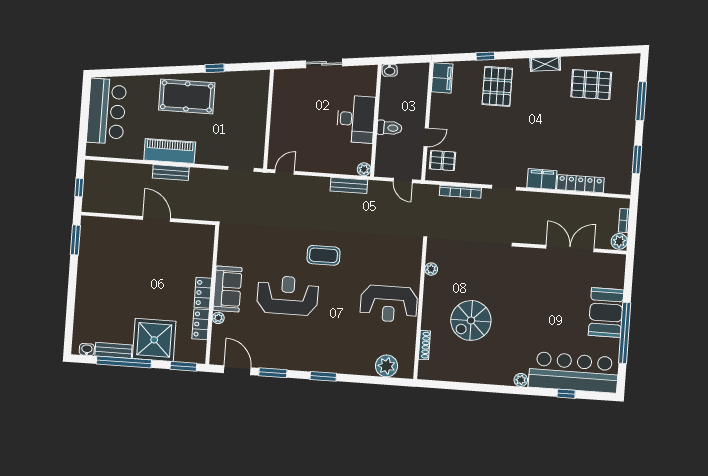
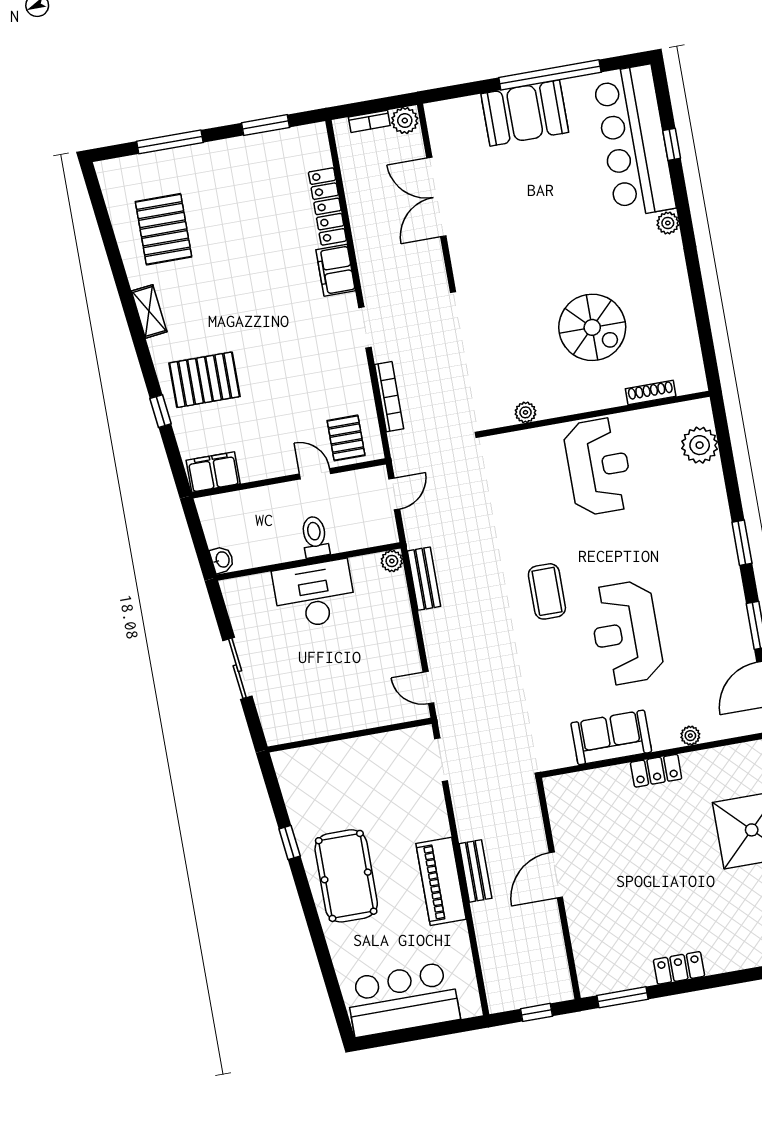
sofa: (228, 289) -> (611, 737), moved
locker: (201, 324) -> (679, 968), moved, turned 180

